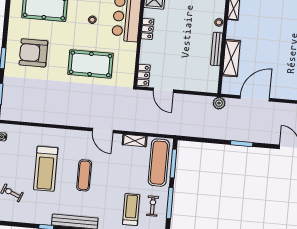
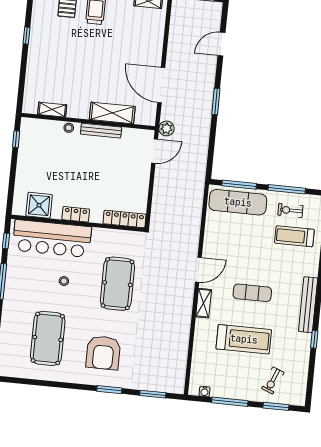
locker: (143, 75) -> (124, 219), width x1.53
door: (163, 90) -> (155, 151), moved
shelving: (135, 141) -> (204, 303), moved

